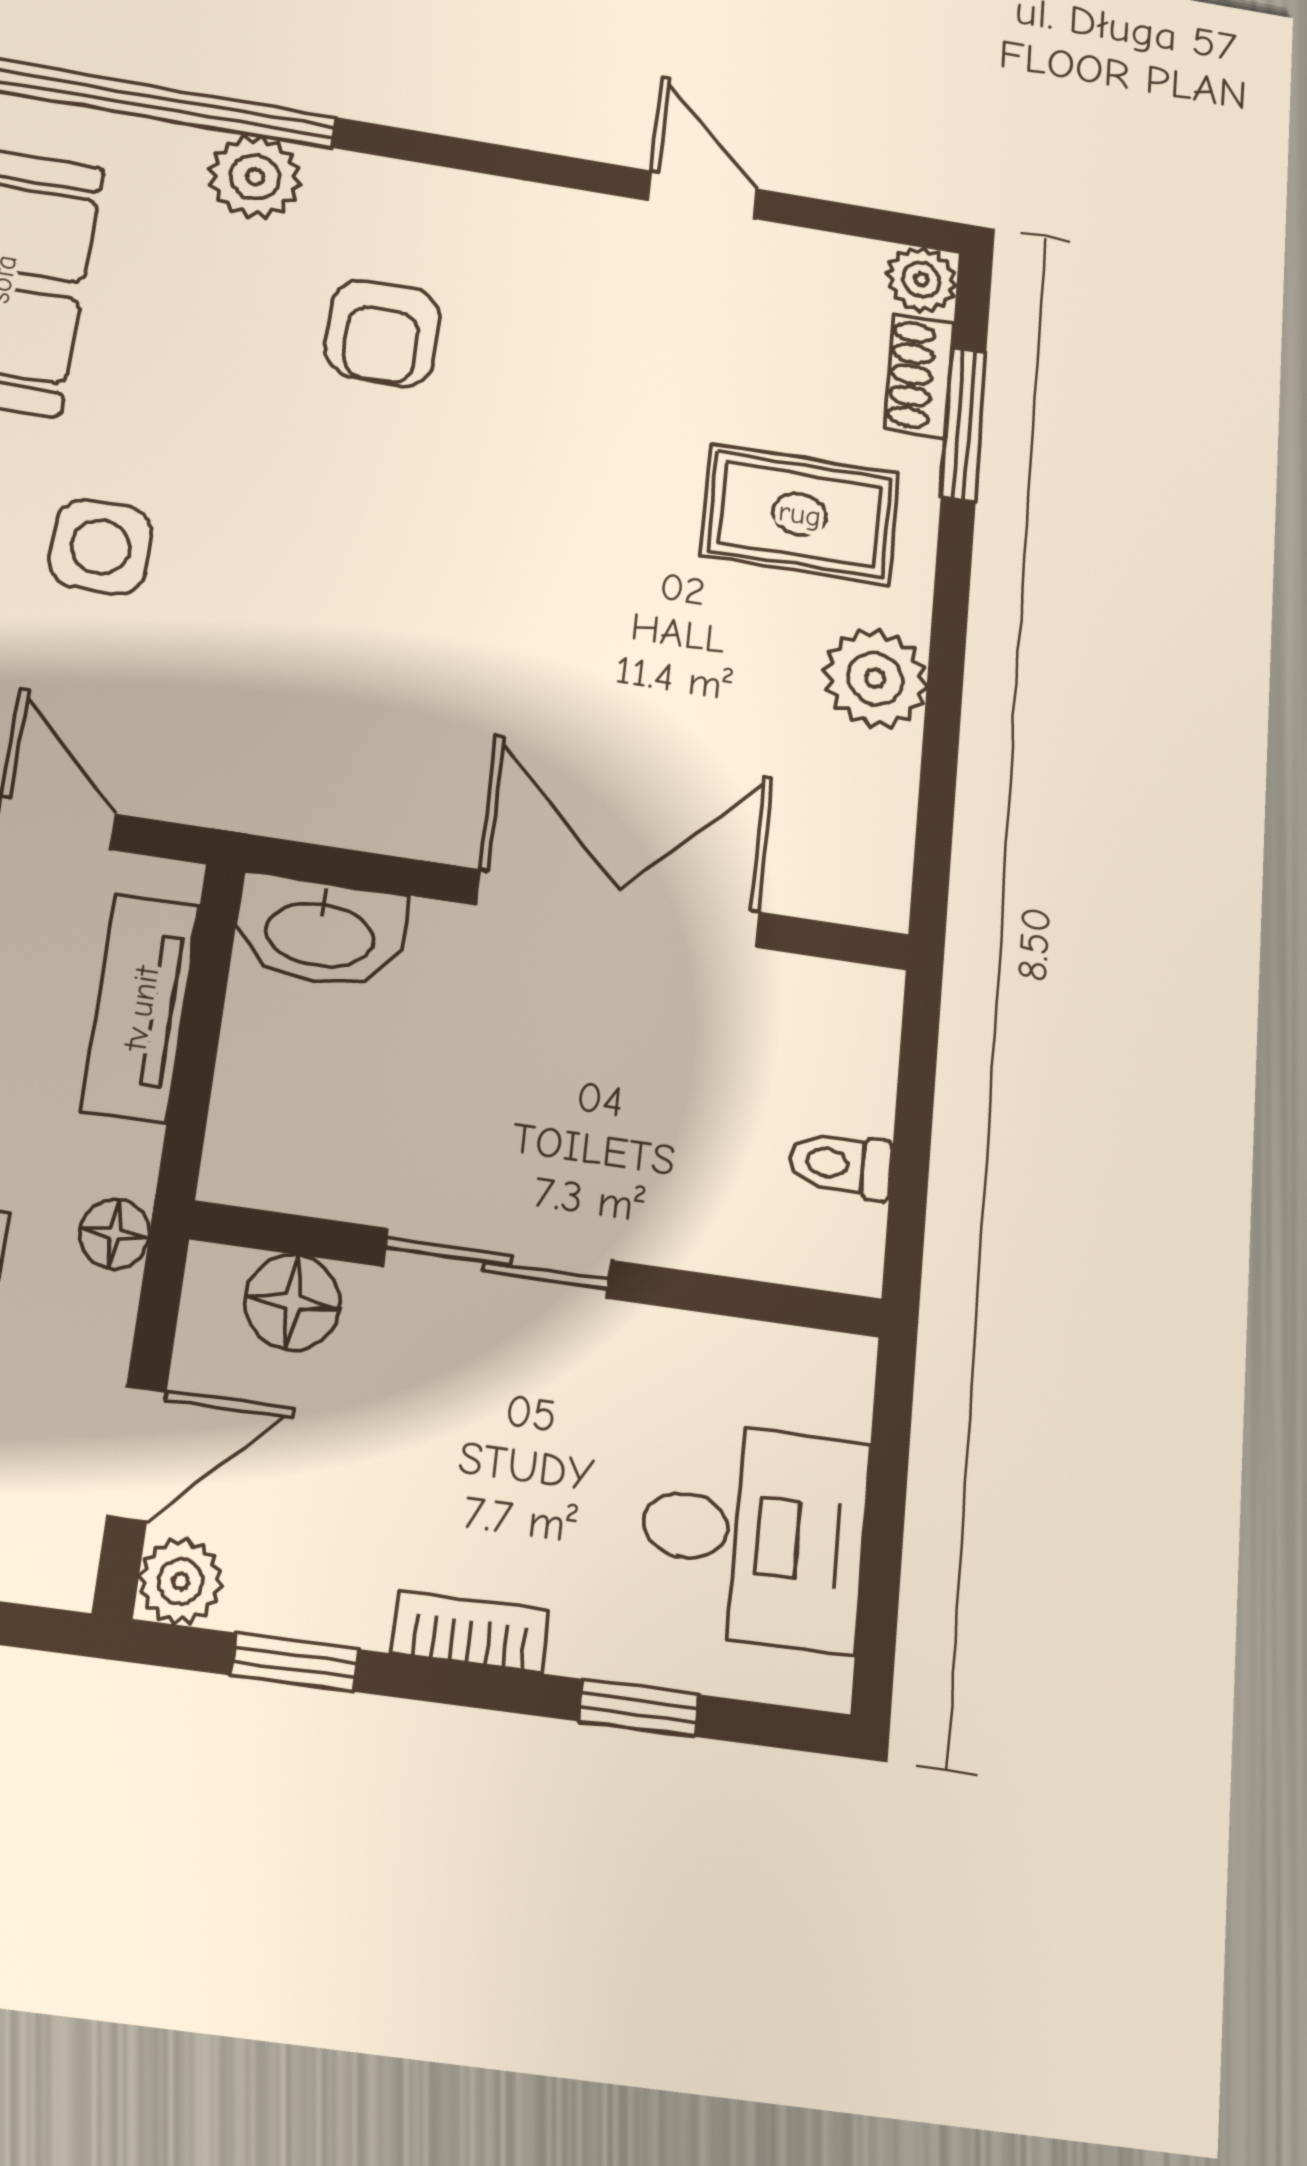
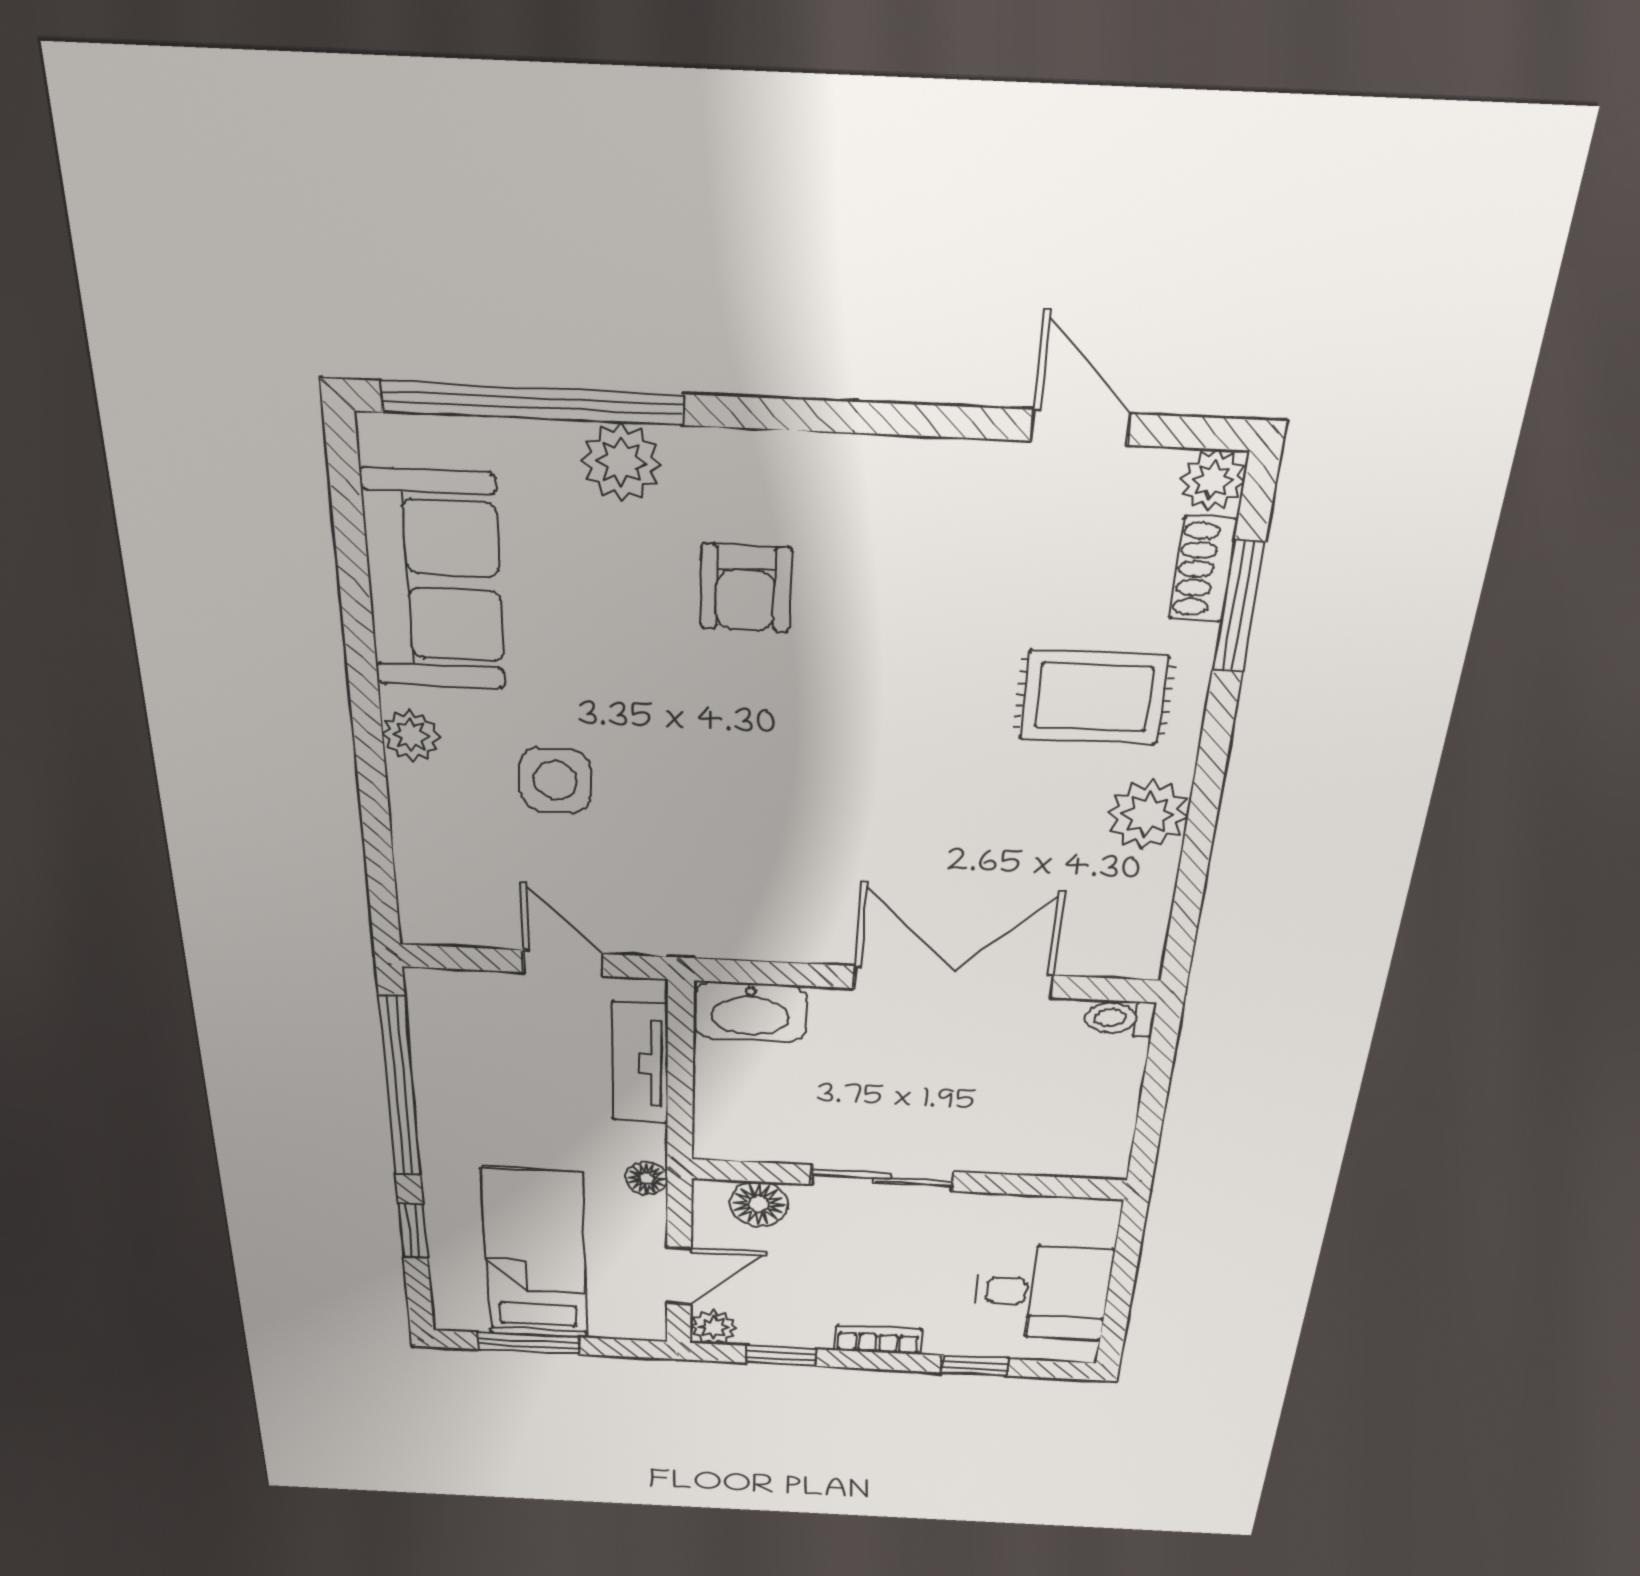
door: (703, 195) -> (1080, 427), moved
toilet: (841, 1165) -> (1120, 1018), moved

